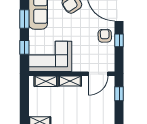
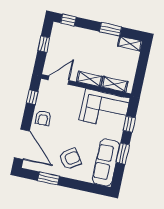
window: (119, 40) -> (32, 97), moved
window: (119, 94) -> (44, 44), moved

